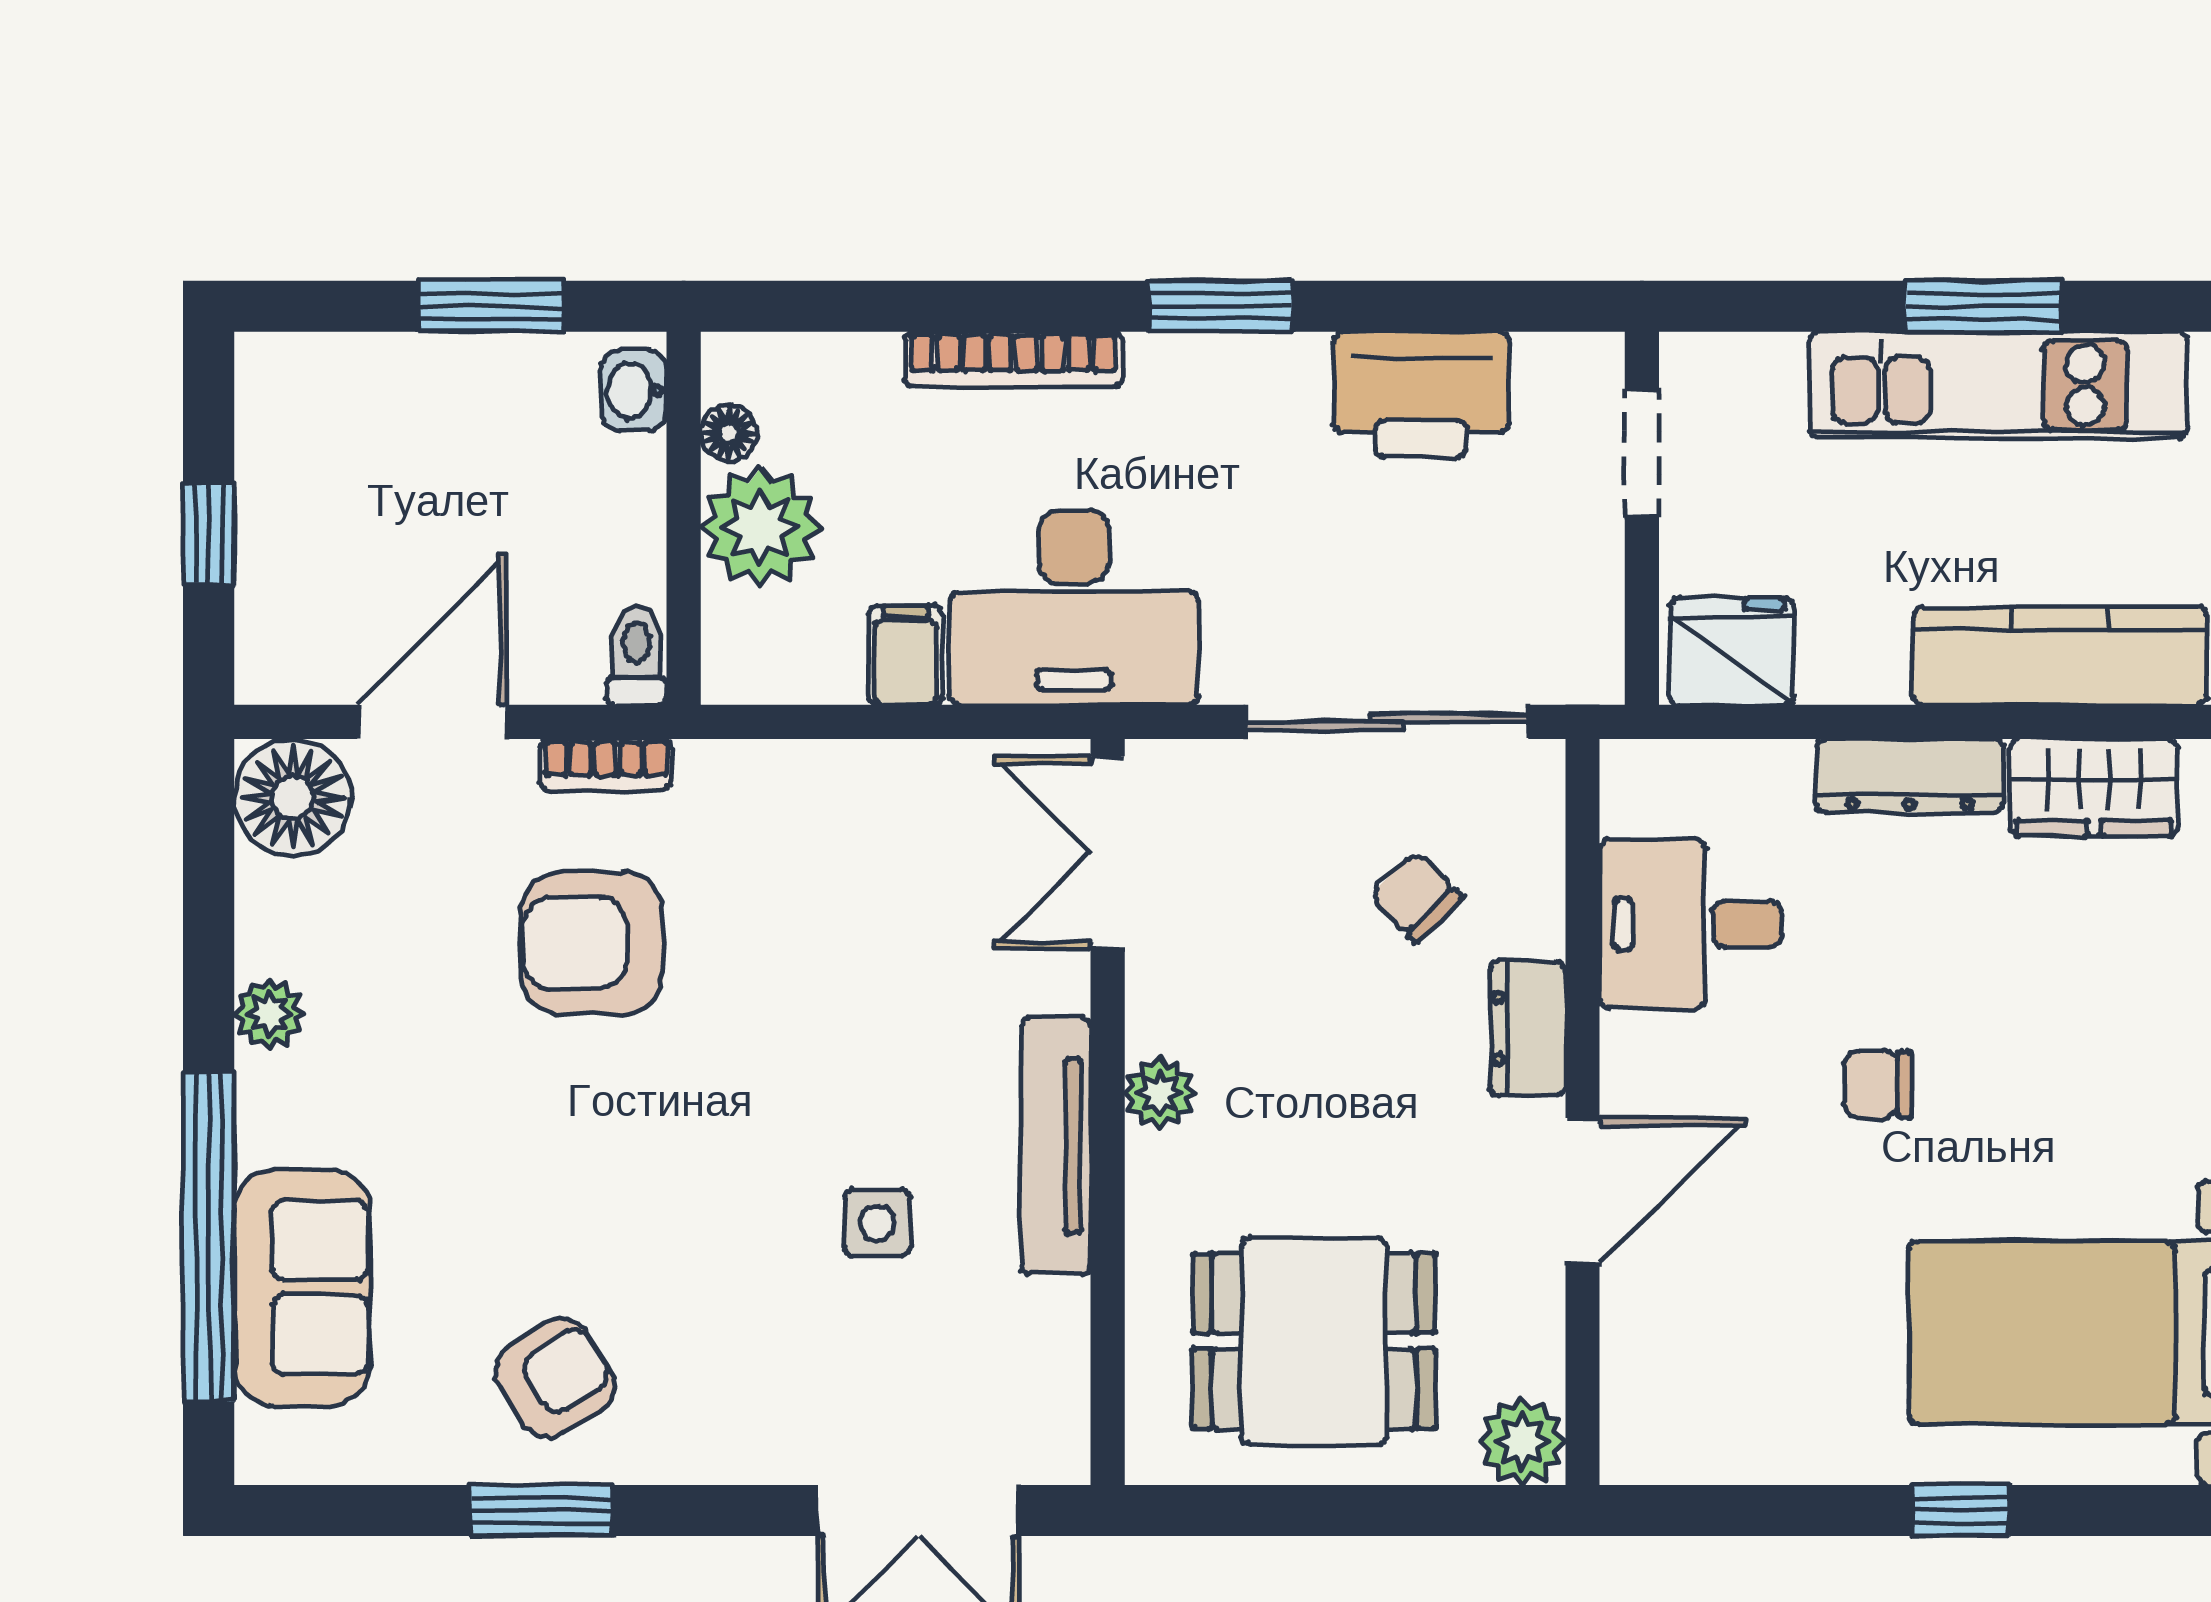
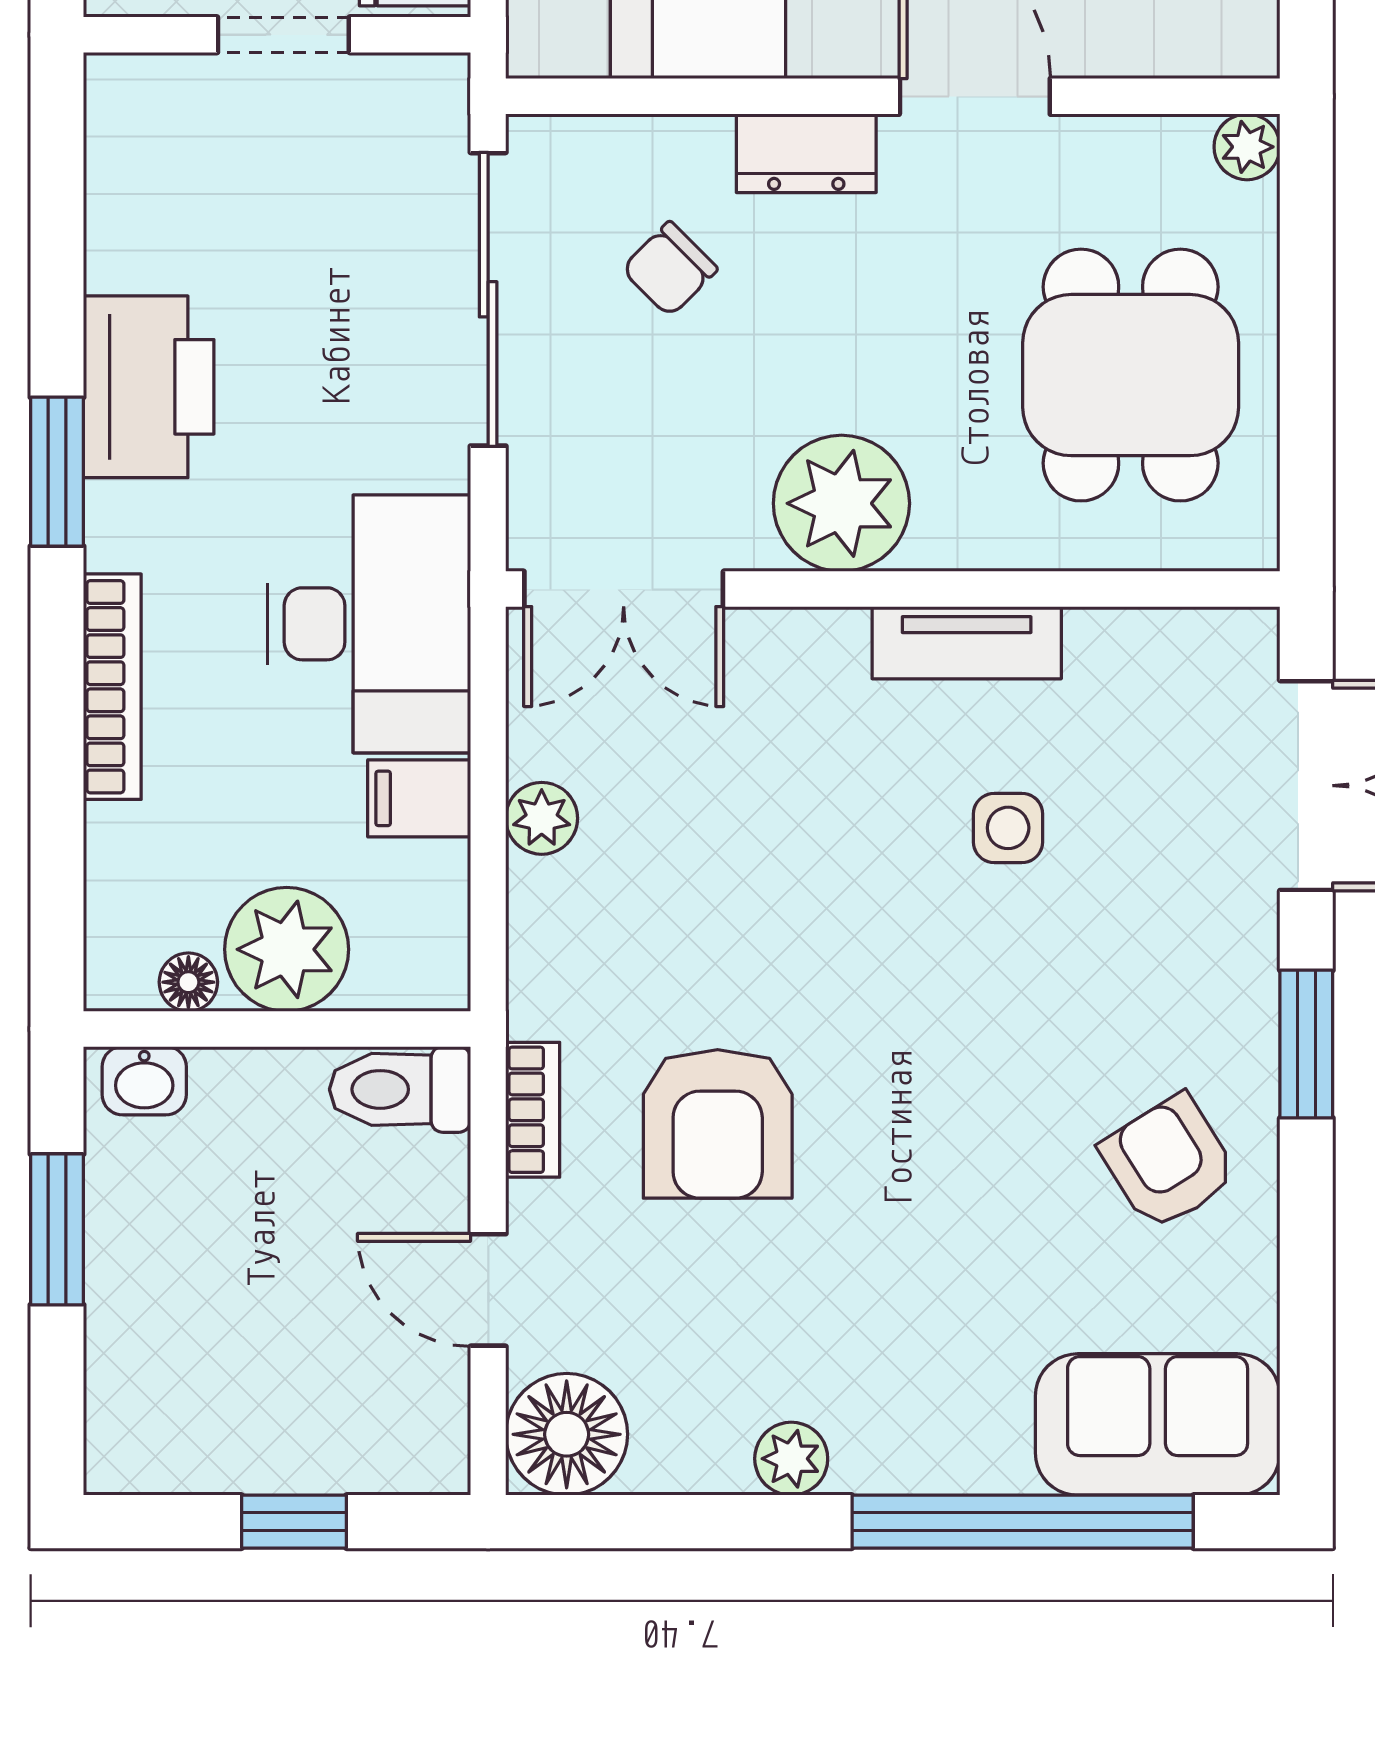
printer: (1421, 395) -> (149, 387), moved
doorway: (1642, 453) -> (283, 35), moved
toilet: (636, 656) -> (400, 1089), width x1.37, depth x1.39
door: (432, 722) -> (488, 1290), width x0.73
plant: (887, 773) -> (542, 818), added
plant: (1160, 1093) -> (841, 503), width x1.88, depth x1.88
tv unit: (1056, 1146) -> (967, 643), width x0.71
sofa: (302, 1287) -> (1158, 1424), moved
plant: (1522, 1441) -> (1247, 147), width x0.73, depth x0.73
window: (541, 1511) -> (1306, 1044), moved

